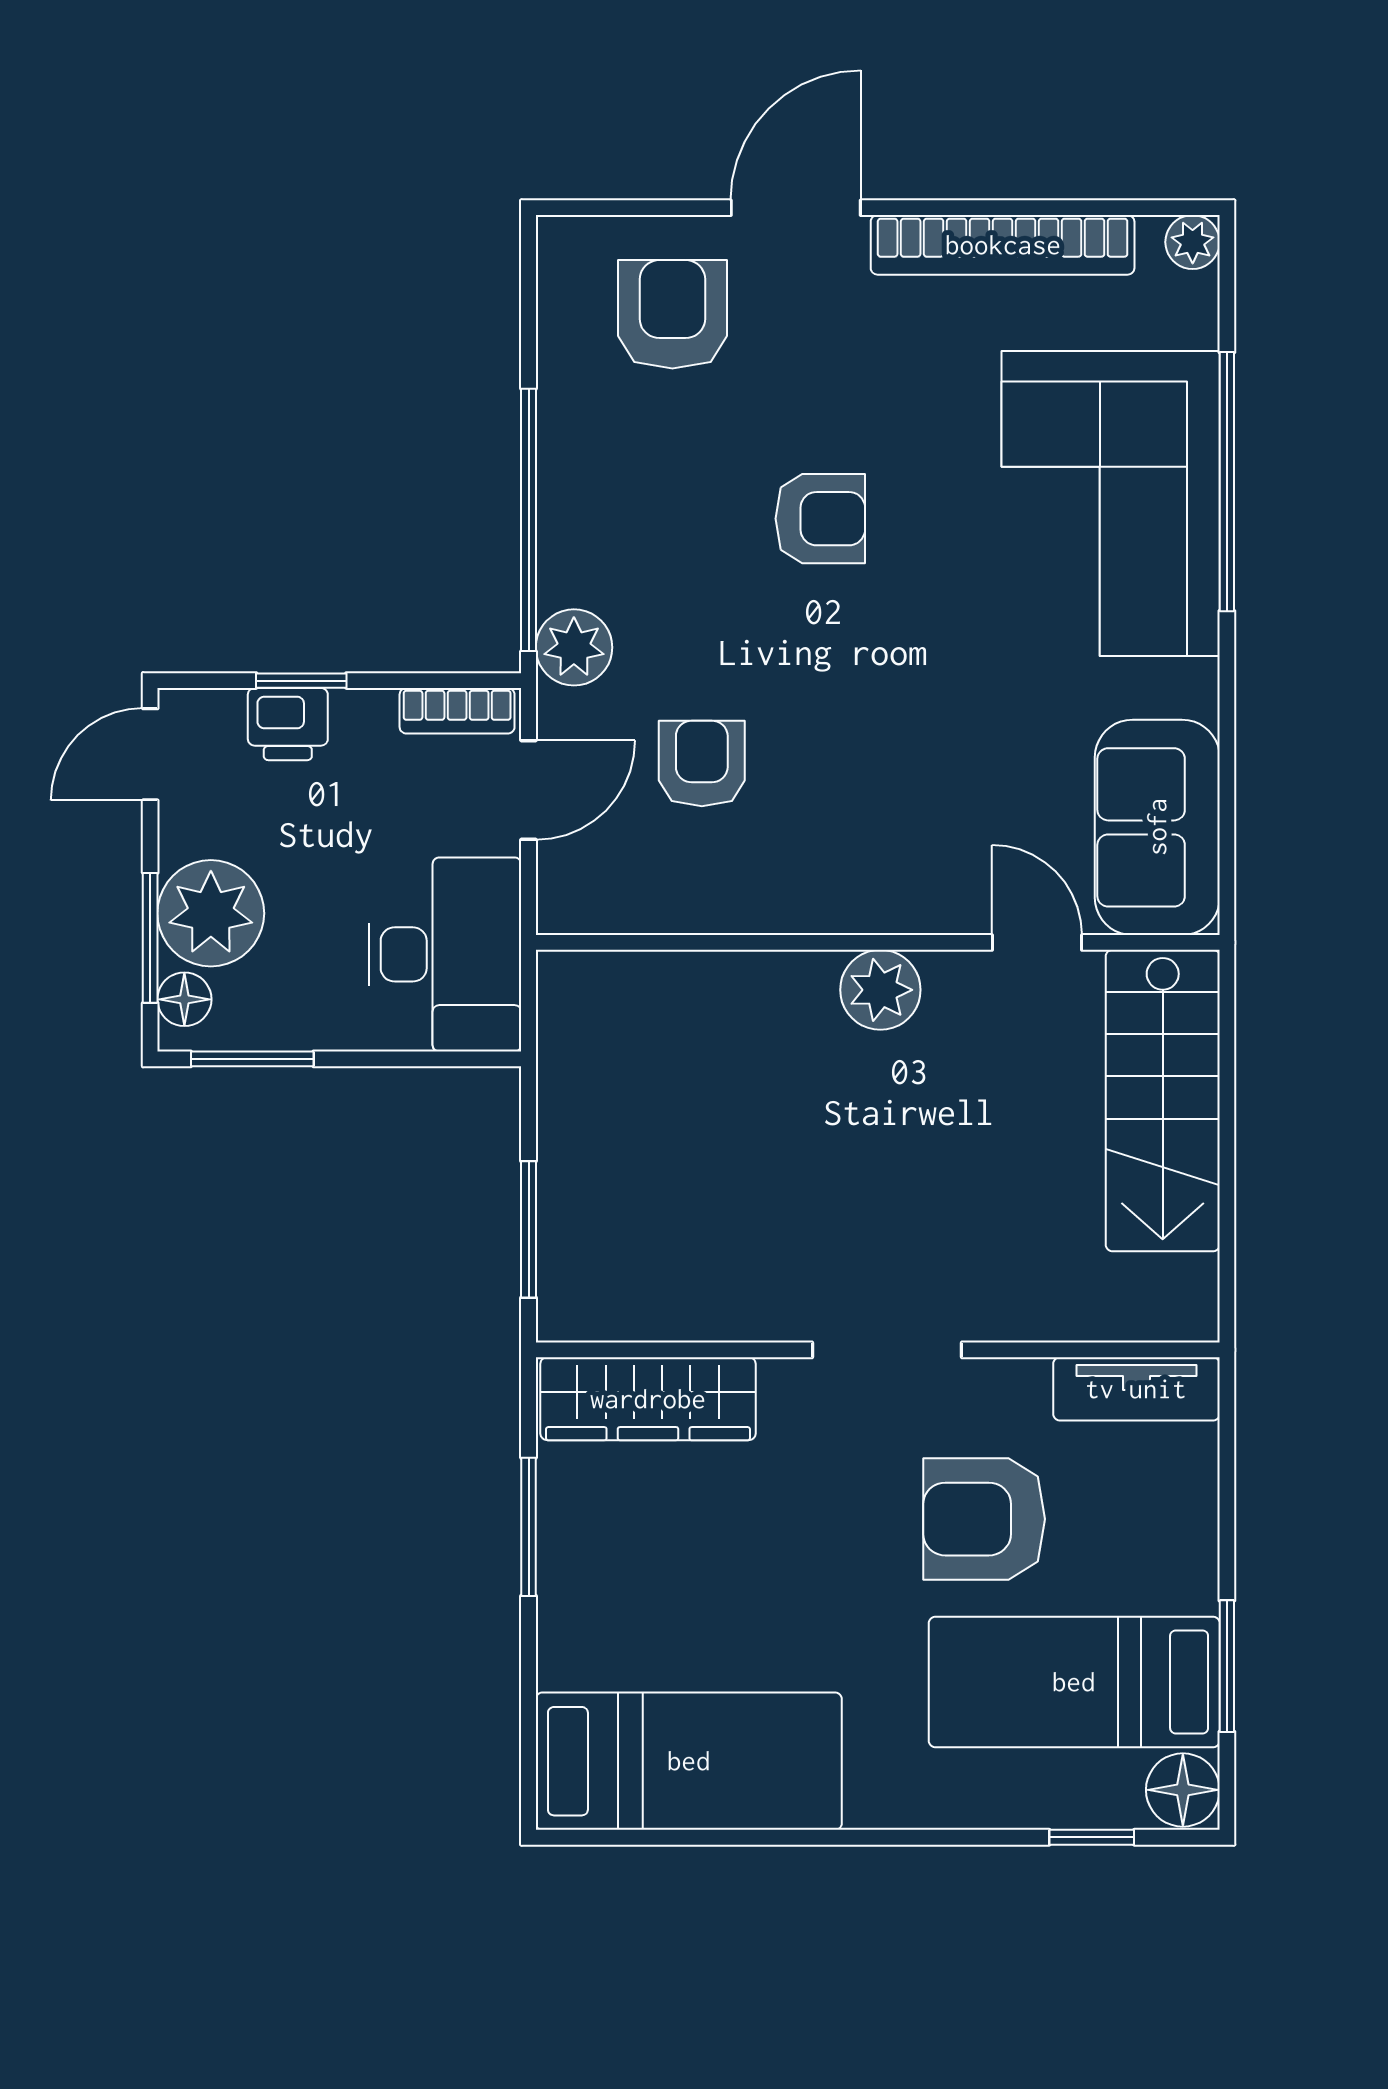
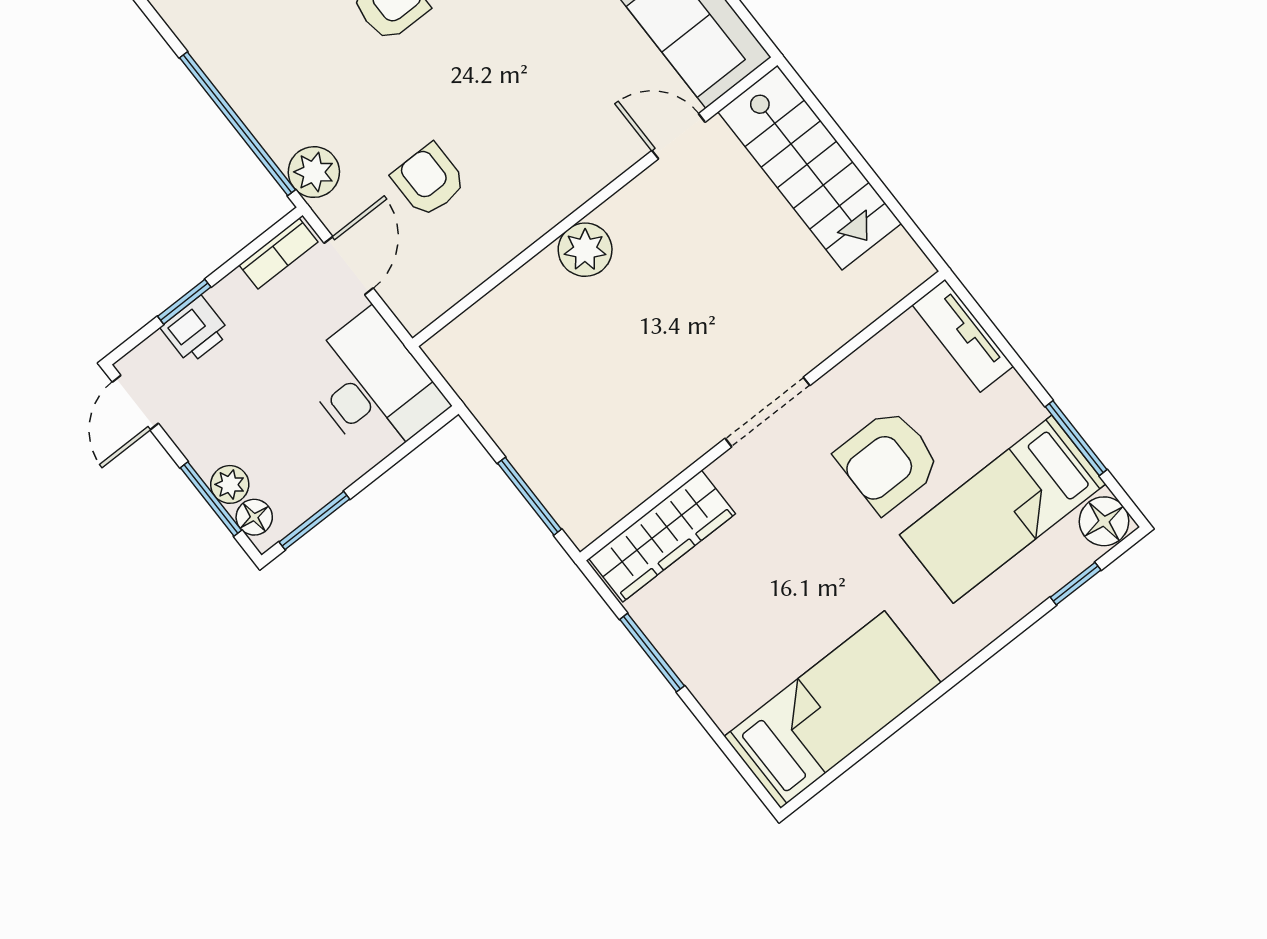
plant: (211, 913) -> (230, 484), width x0.53, depth x0.53
plant: (880, 990) -> (585, 250), moved
tv unit: (1136, 1389) -> (963, 336), moved, turned 90

